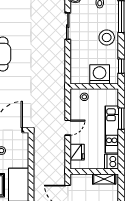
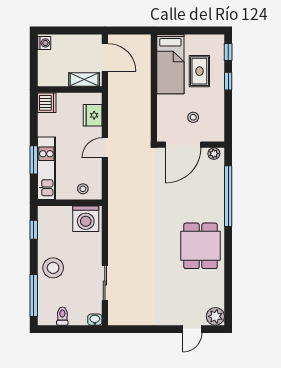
washing machine: (100, 74) -> (86, 219), moved
kitchen unit: (112, 129) -> (46, 168), moved
shelving: (104, 179) -> (84, 80), moved

